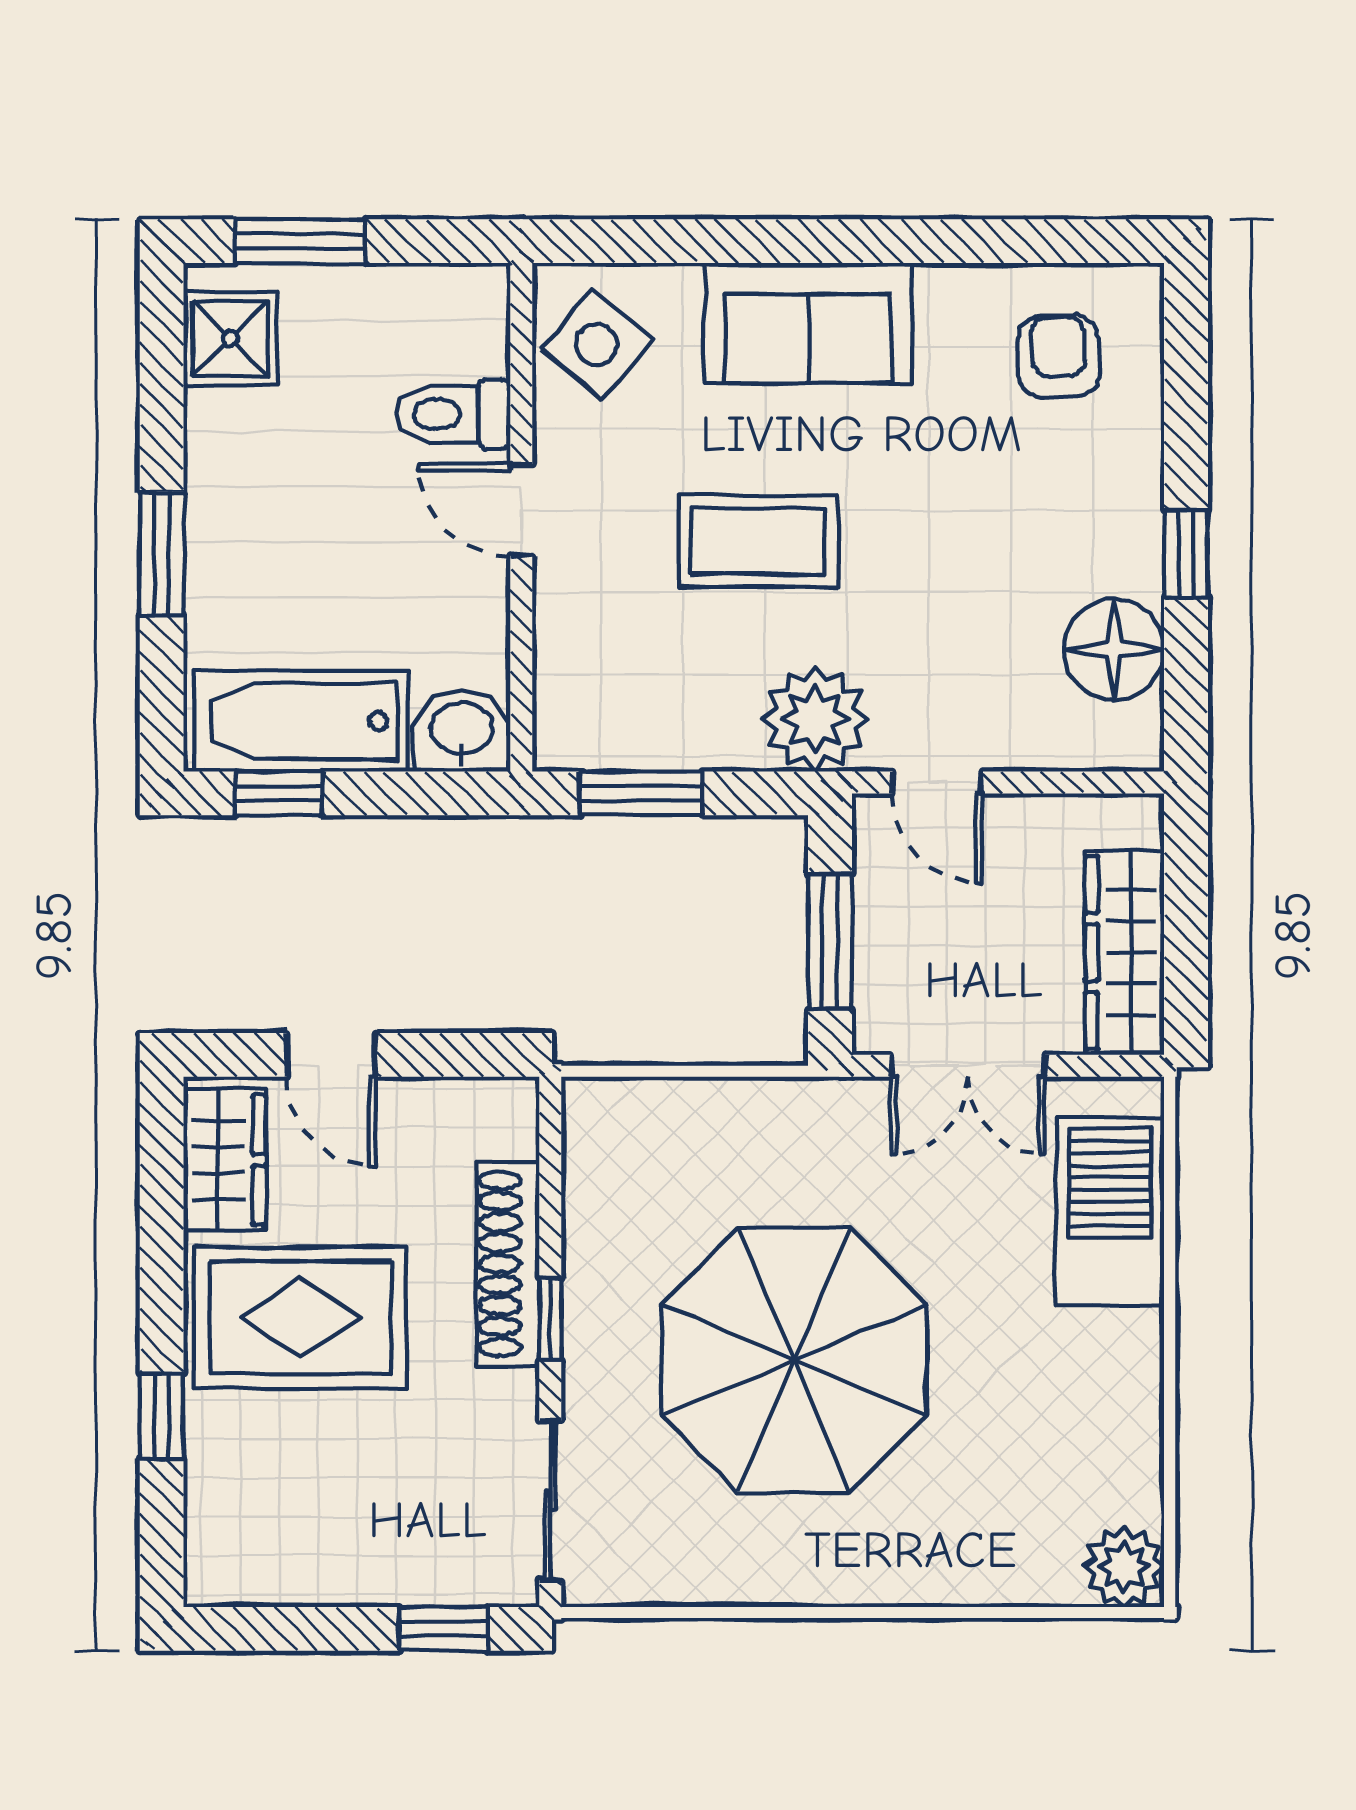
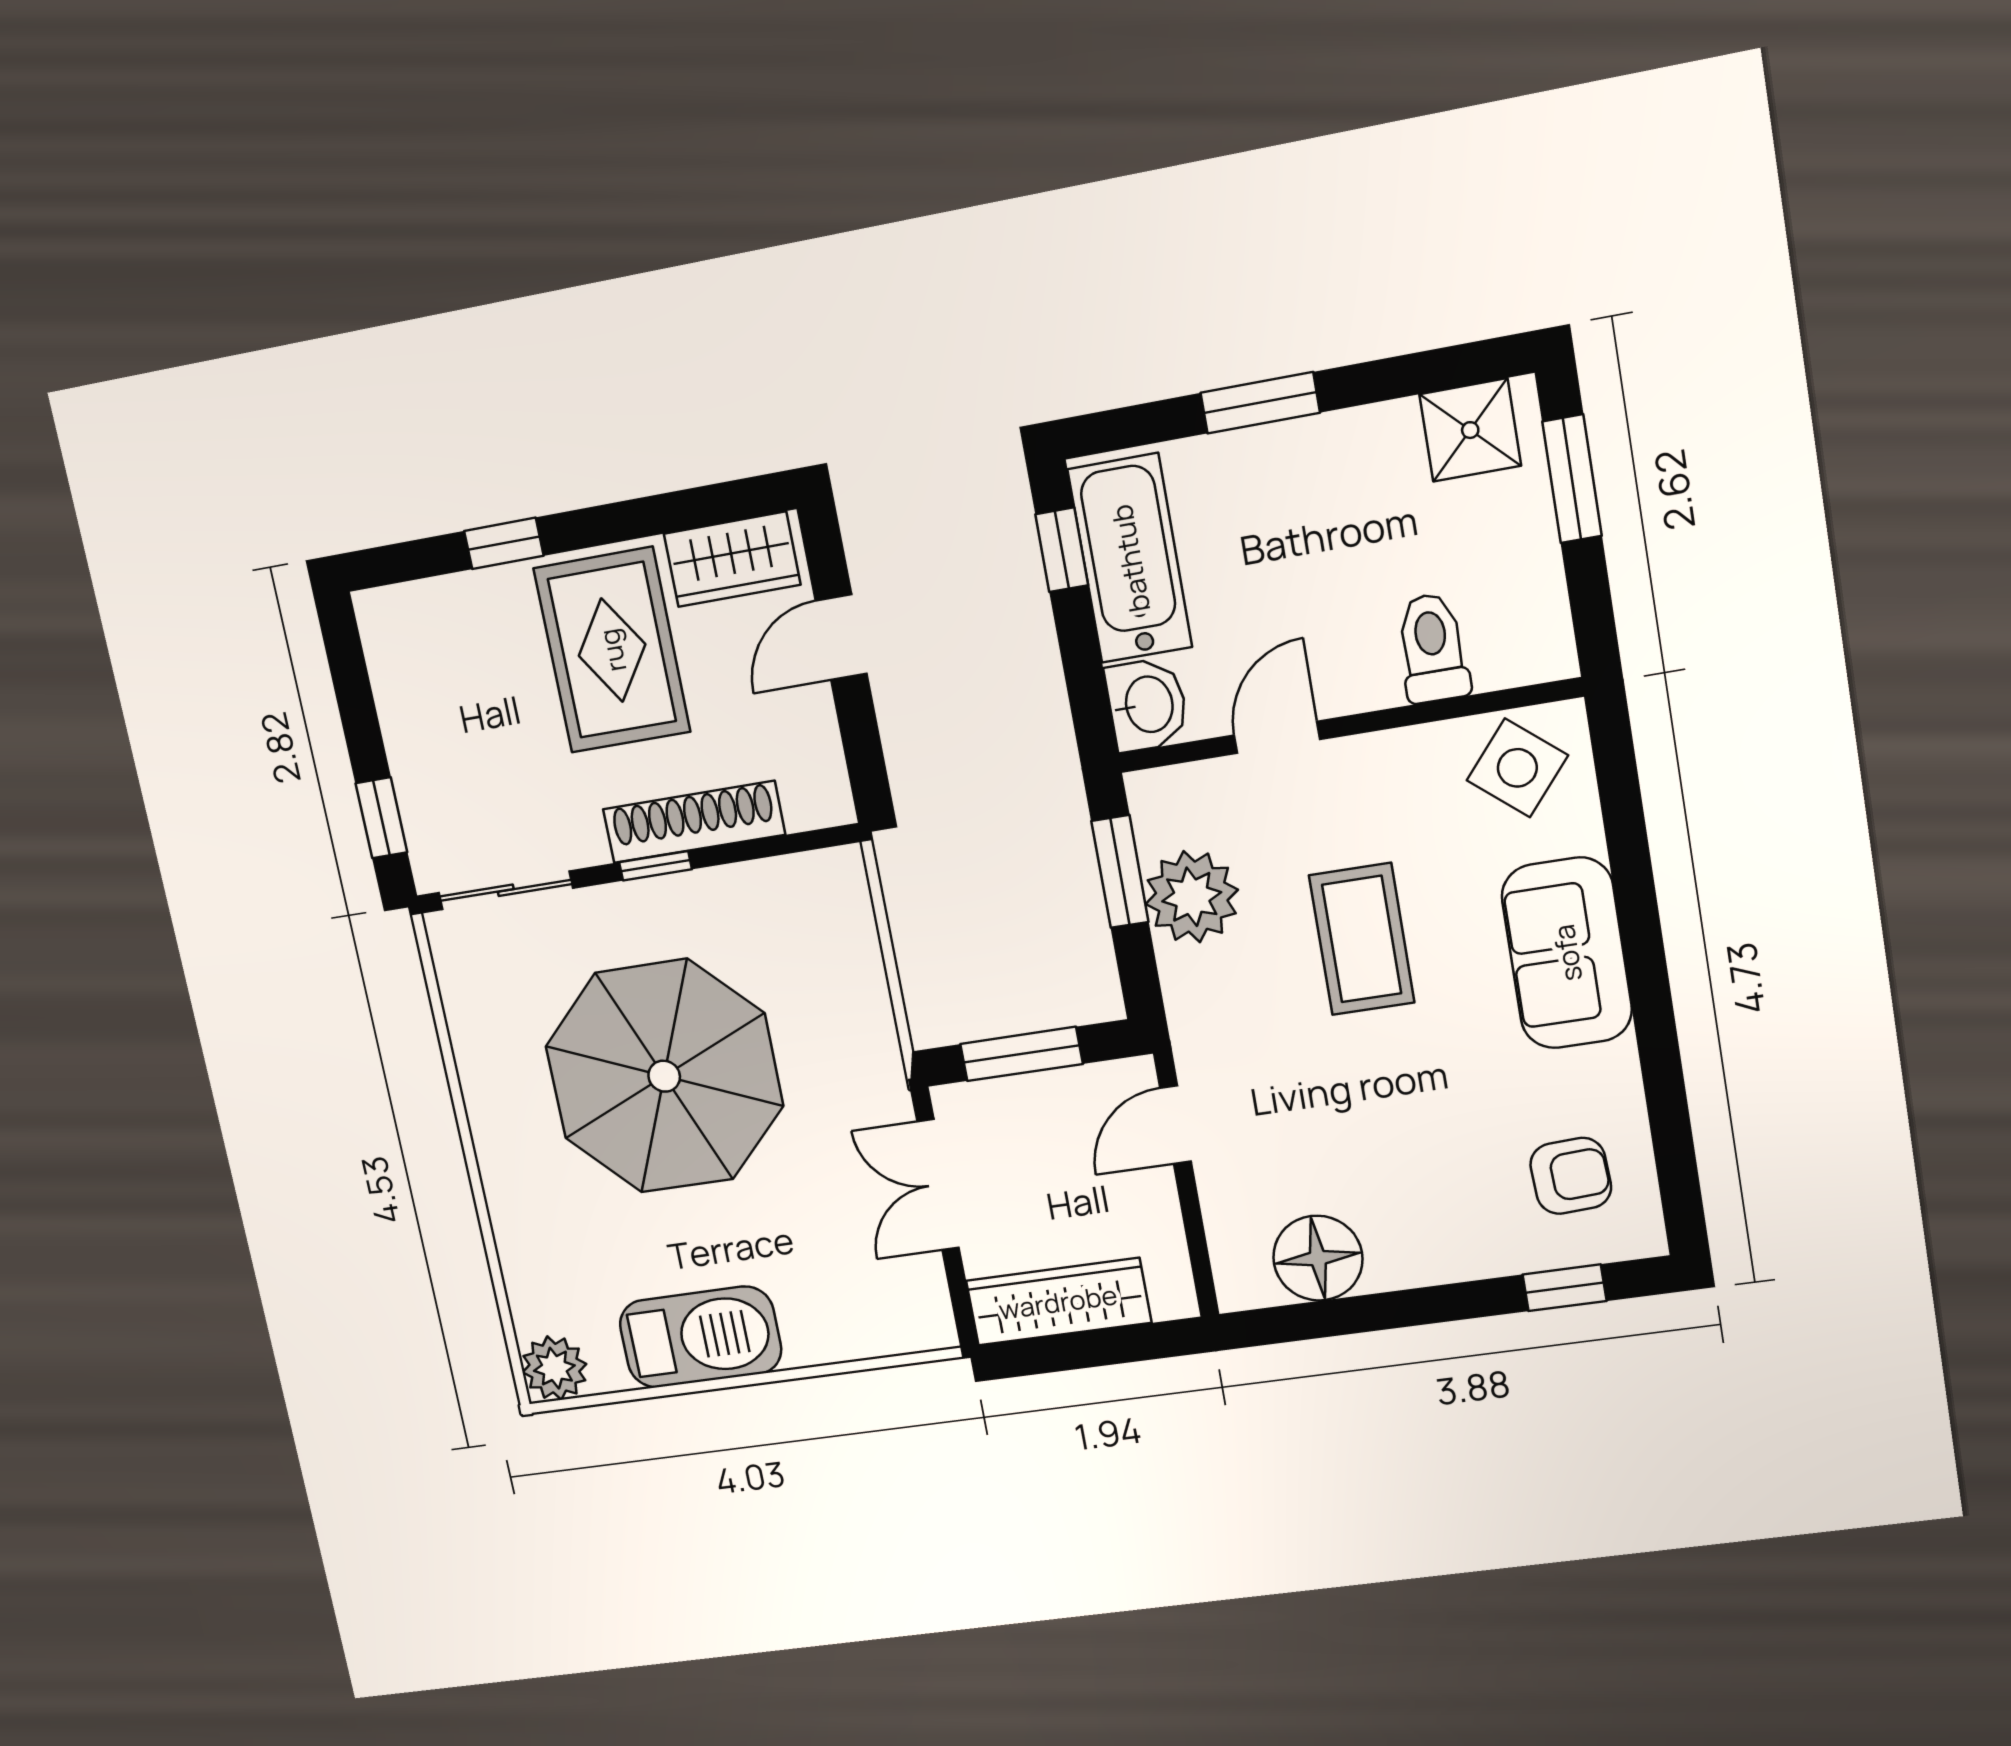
door: (521, 510) -> (1277, 737), moved
window: (1186, 554) -> (1565, 1288), moved
plant: (815, 719) -> (1192, 897), moved
barbecue: (1110, 1212) -> (700, 1337), moved

